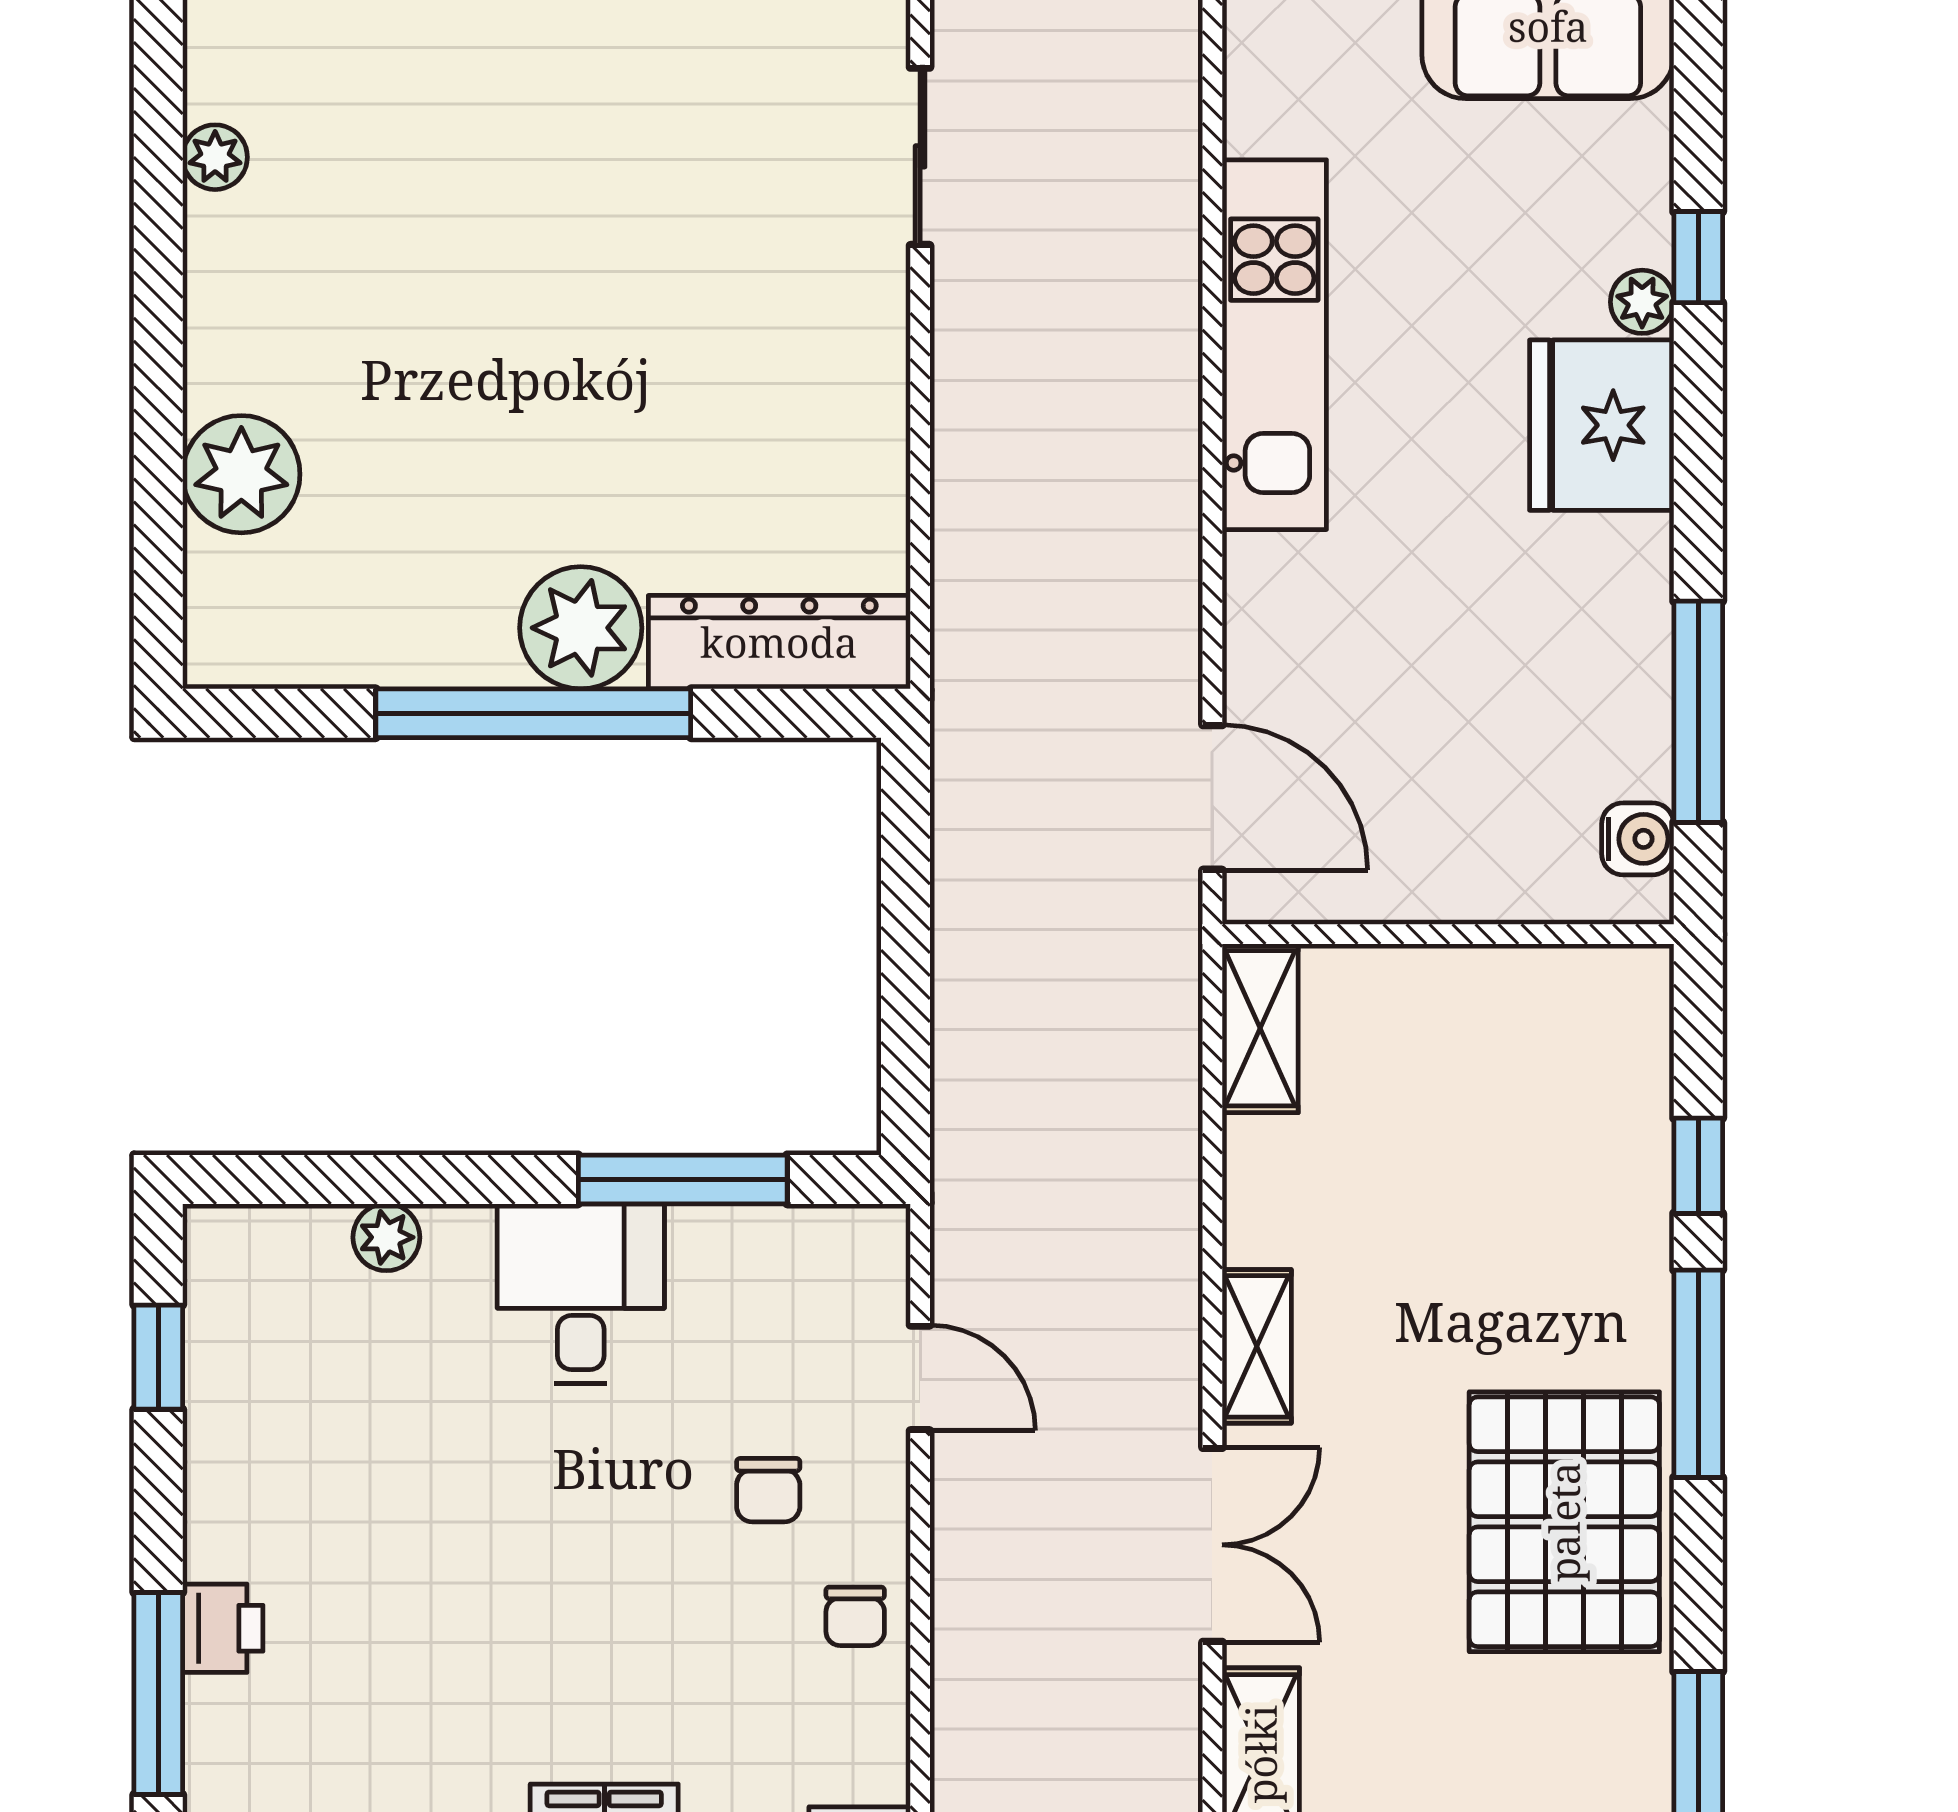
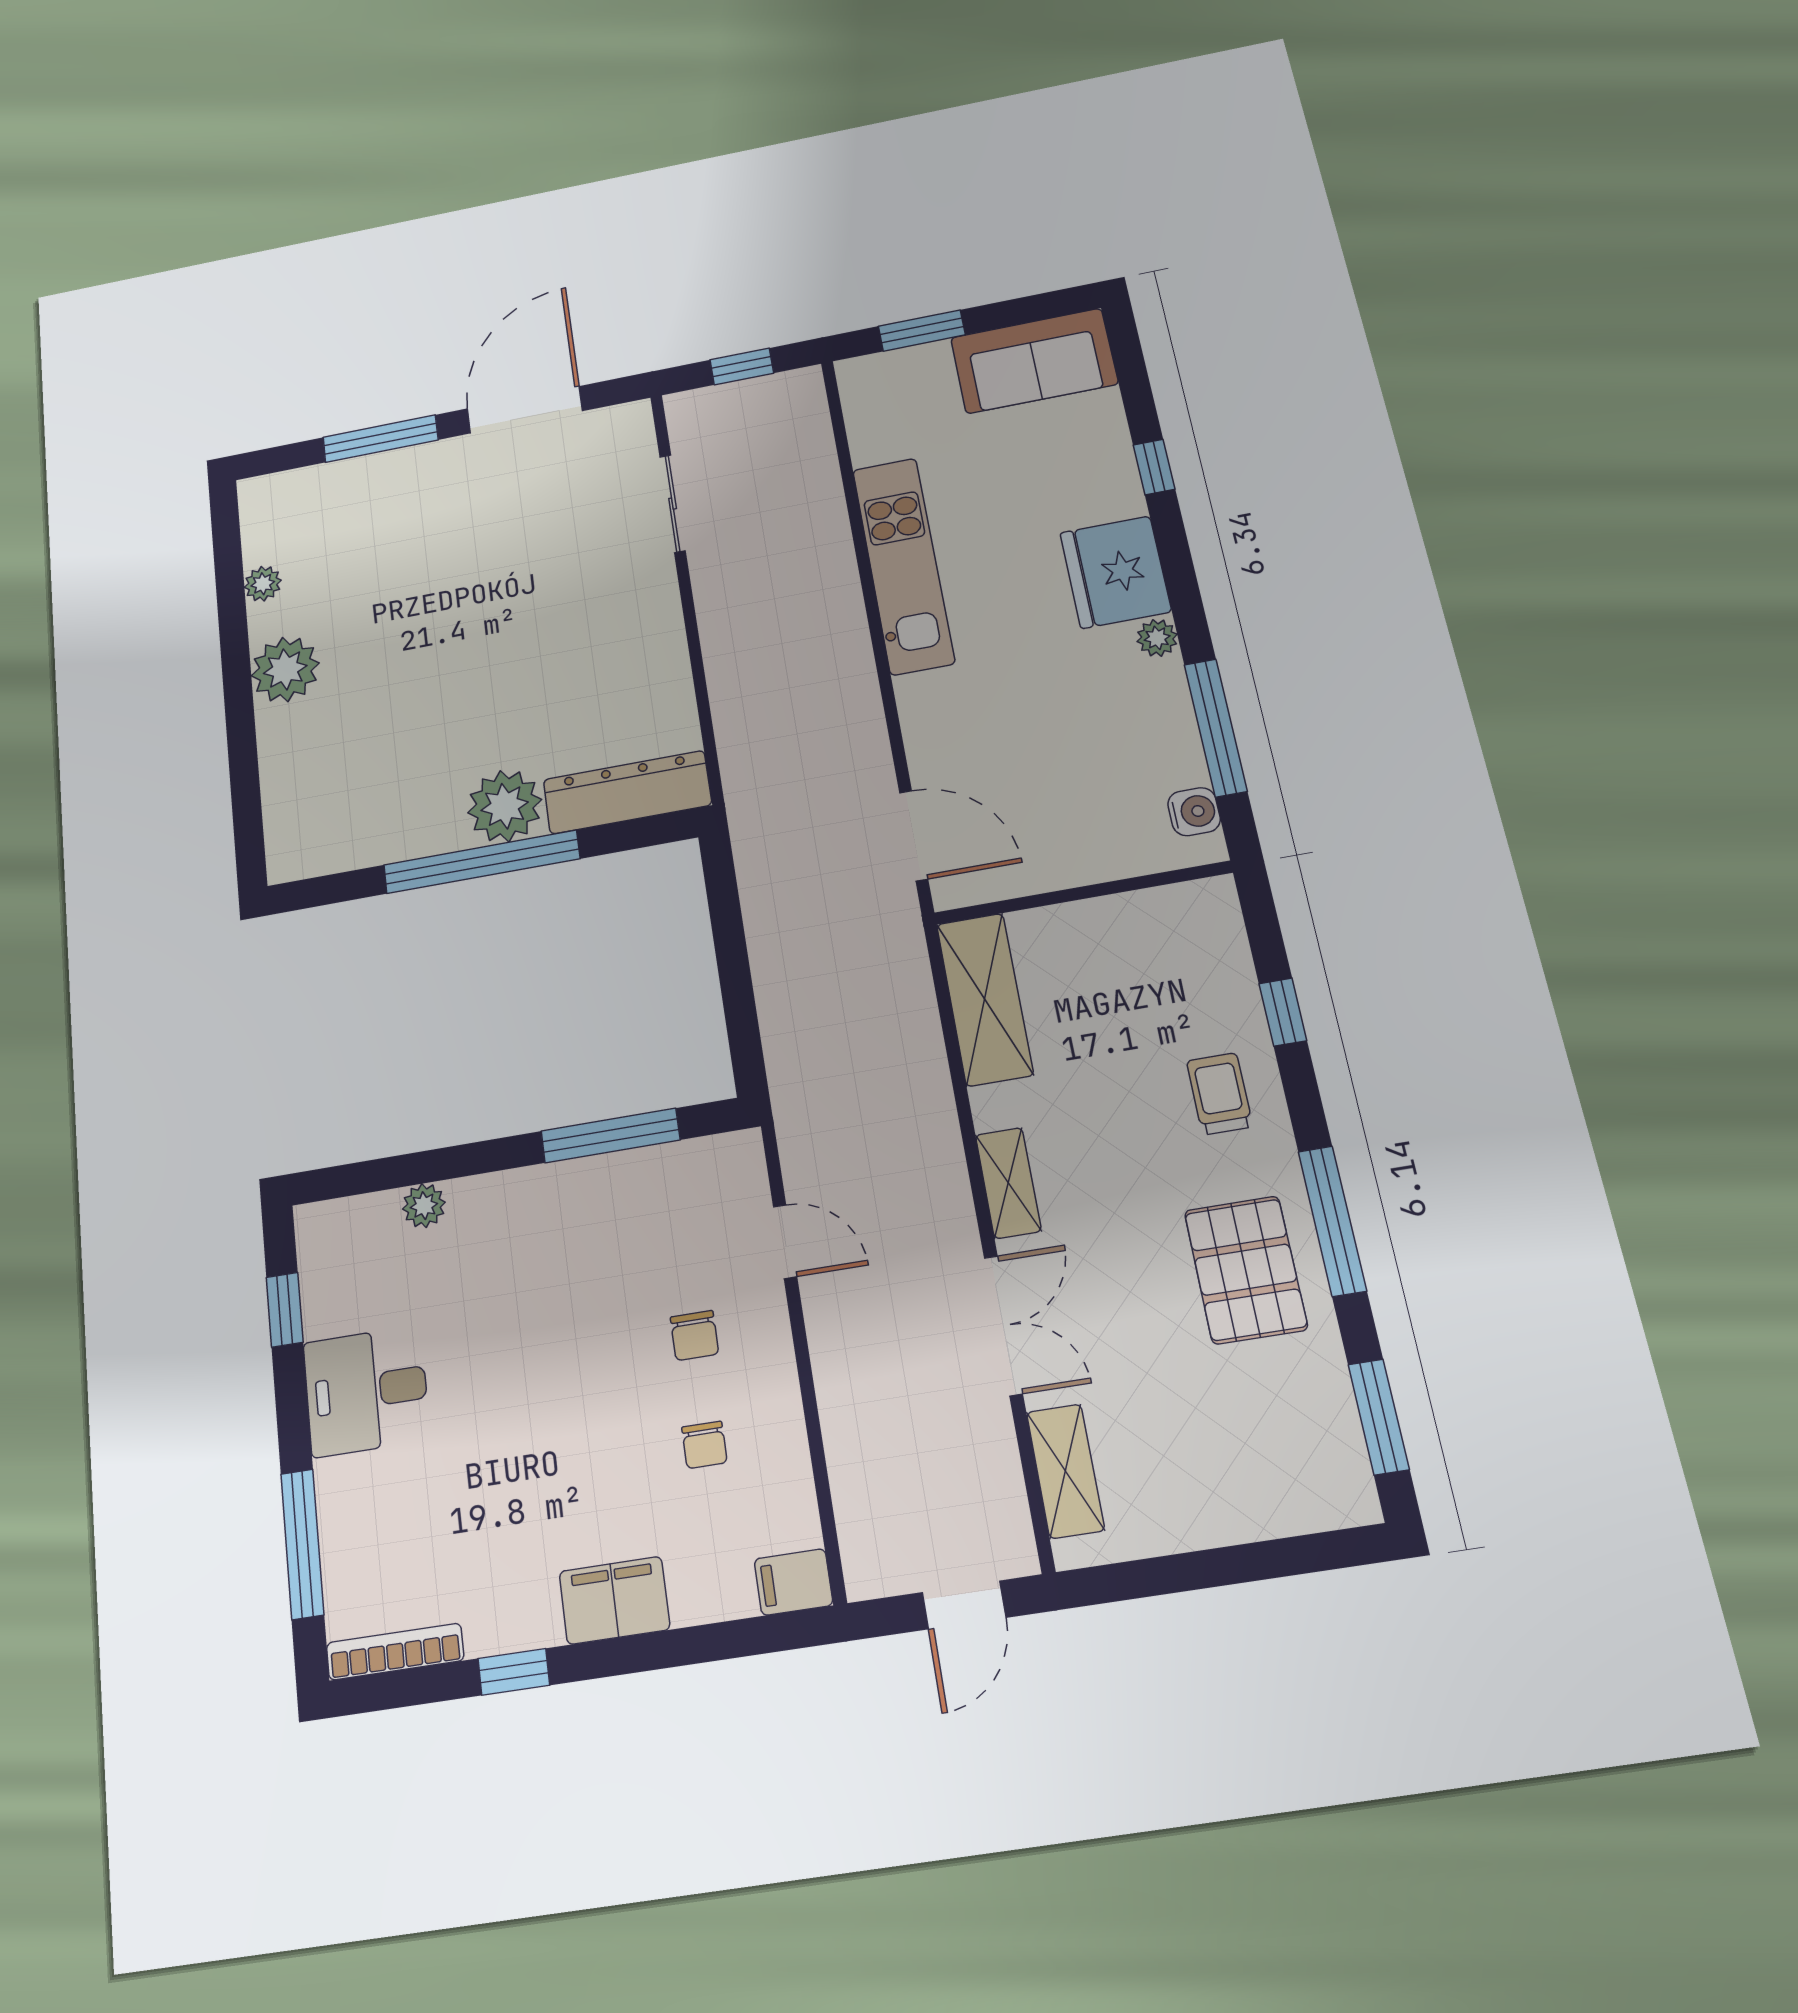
plant: (1642, 302) -> (1157, 638), moved
plant: (241, 474) -> (285, 669), moved
shelving: (1260, 1028) -> (985, 999), width x1.50, depth x1.33
trolley: (1582, 1269) -> (1220, 1094), added
desk: (581, 1294) -> (366, 1391), moved, turned -90
window: (1698, 1374) -> (1332, 1221), moved
pallet: (1564, 1522) -> (1246, 1270), width x0.73, depth x0.71
chair: (855, 1616) -> (704, 1445), moved
printer: (223, 1628) -> (341, 1490), removed

